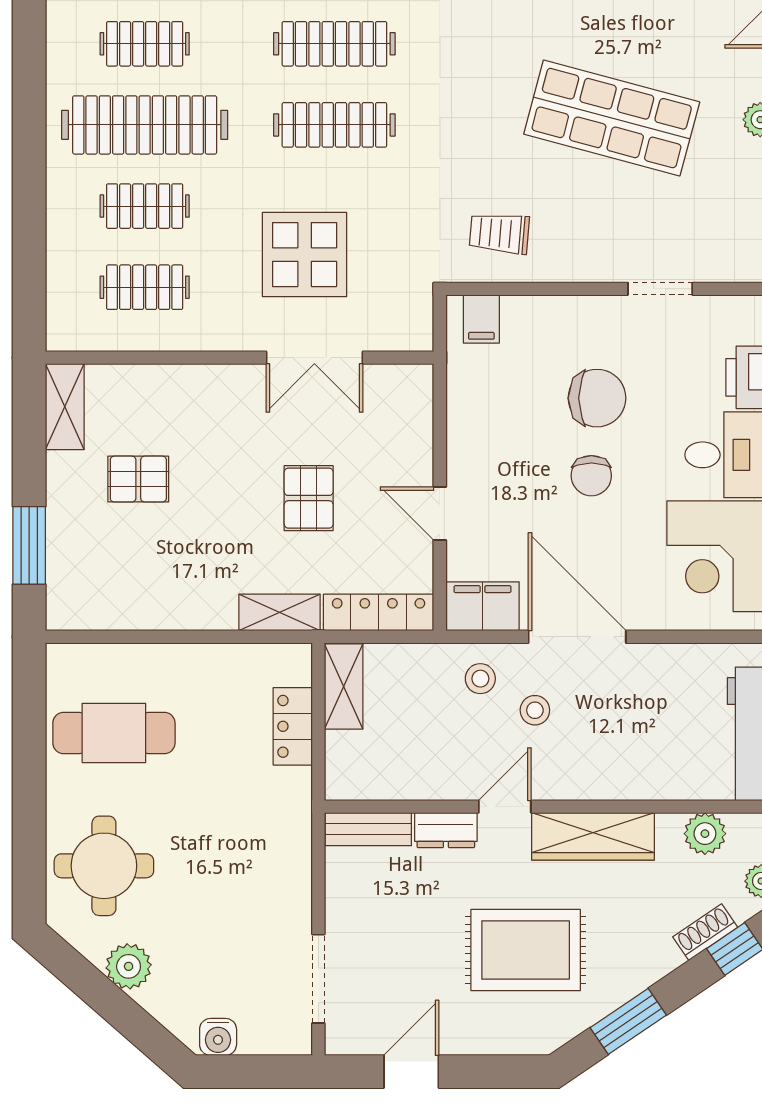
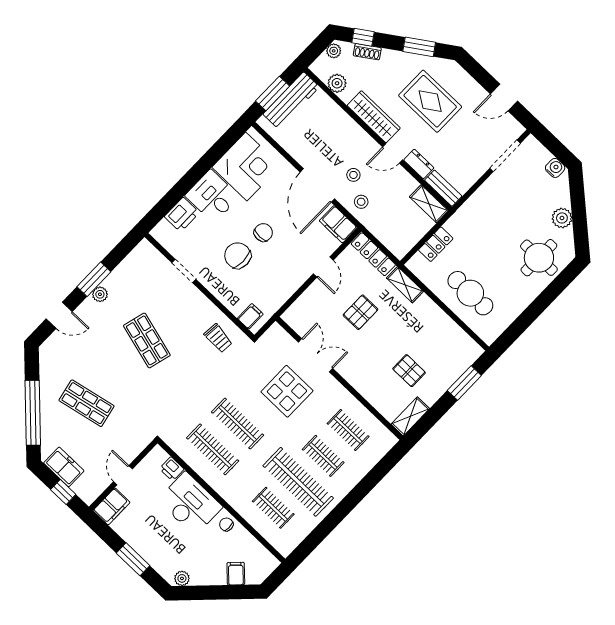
shop shelf: (612, 118) -> (147, 340), width x0.70, depth x0.74
shelving: (344, 686) -> (429, 204), moved, turned 90
cafe table: (114, 733) -> (470, 293), moved

